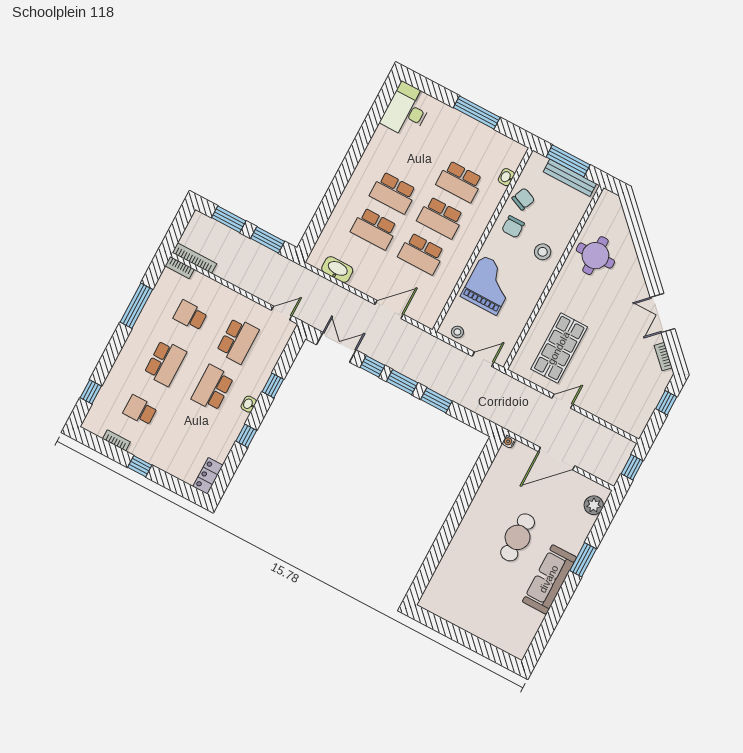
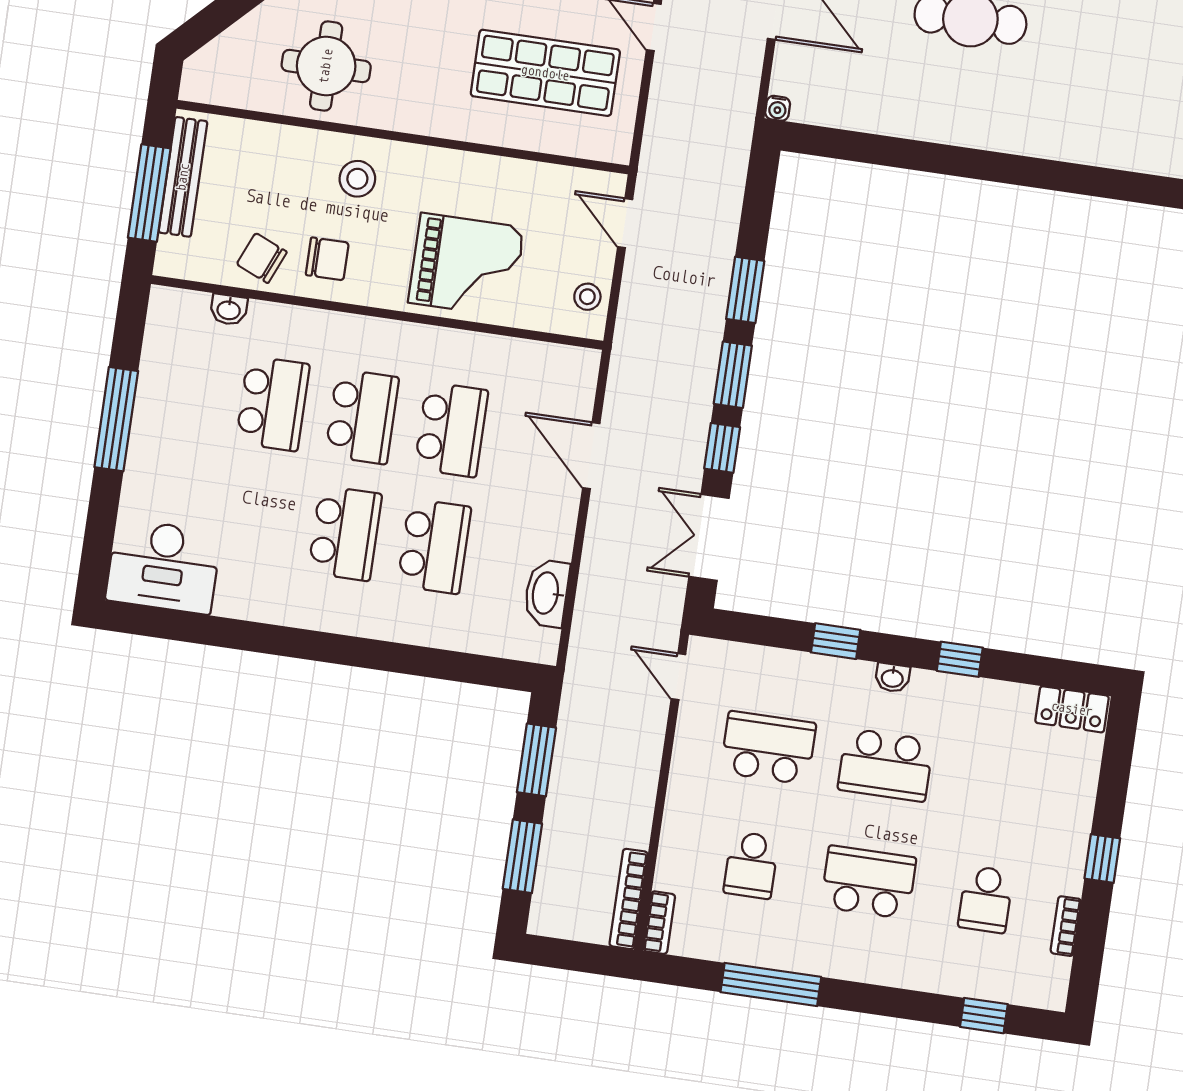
grand piano: (489, 285) -> (466, 265), turned 180

